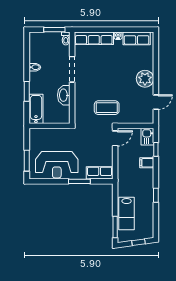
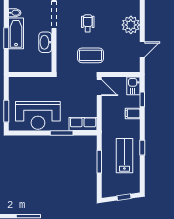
wheelchair: (104, 77) -> (88, 23), added
bathtub: (36, 109) -> (16, 33), moved
door: (115, 138) -> (99, 88), hinge flipped
lab bench: (127, 214) -> (124, 156), moved, turned 180
window: (115, 227) -> (99, 162), moved

